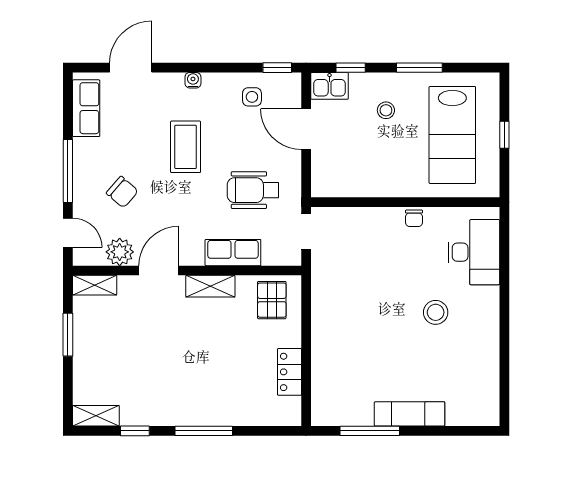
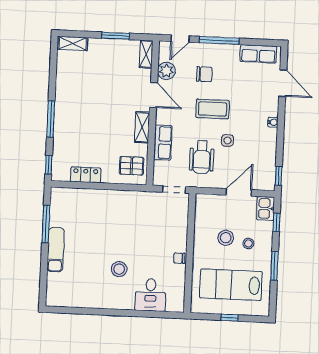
side table: (252, 97) -> (227, 140), moved
stool: (379, 146) -> (226, 238), added
coffee table: (186, 147) -> (213, 109), moved
wheelchair: (253, 190) -> (202, 157), turned 180
chair: (122, 192) -> (204, 74), turned -131
desk: (474, 252) -> (151, 295), width x0.73
shelving: (96, 416) -> (73, 43), moved, turned 90
window: (135, 431) -> (49, 165), moved

